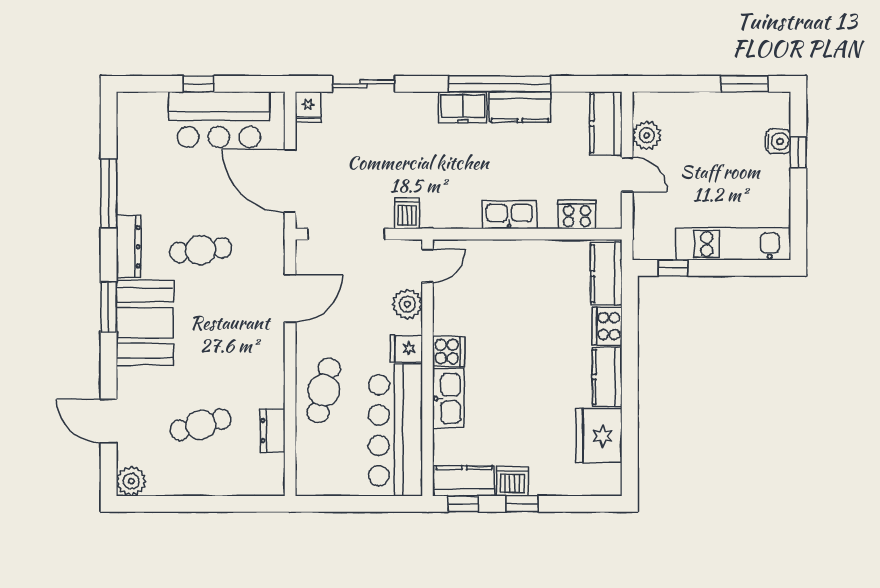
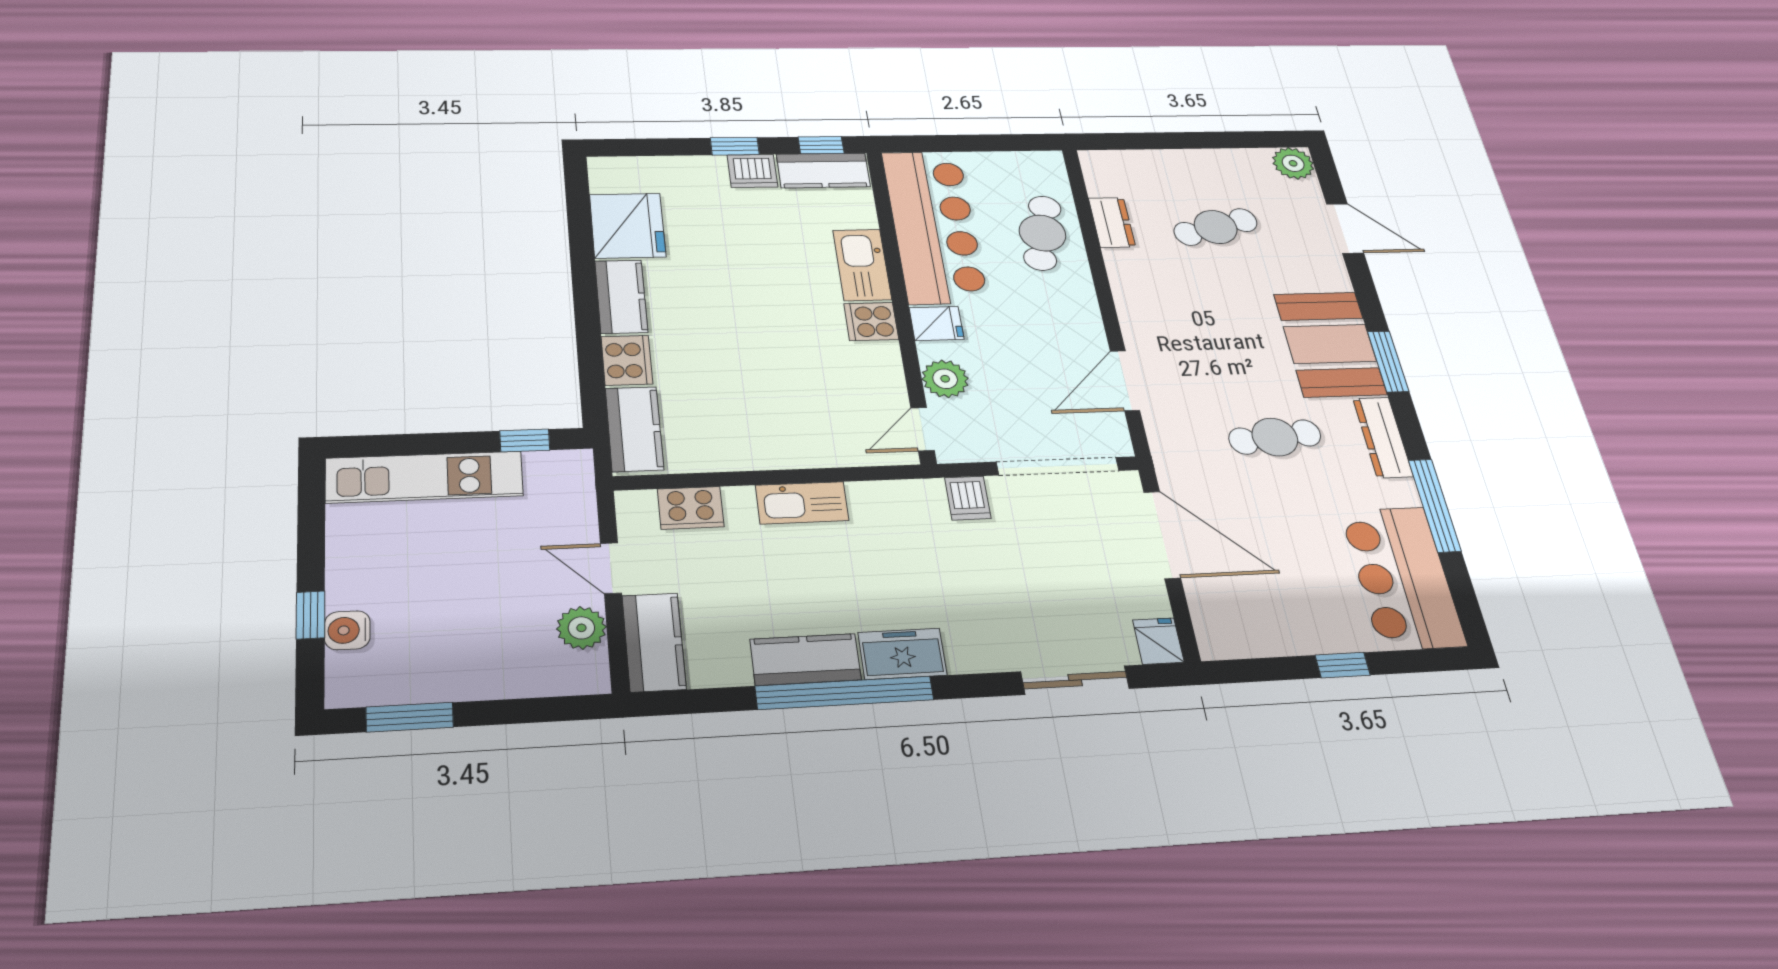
bar counter: (219, 120) -> (1403, 578), moved, turned -90
cafe table: (324, 390) -> (1042, 233), moved

